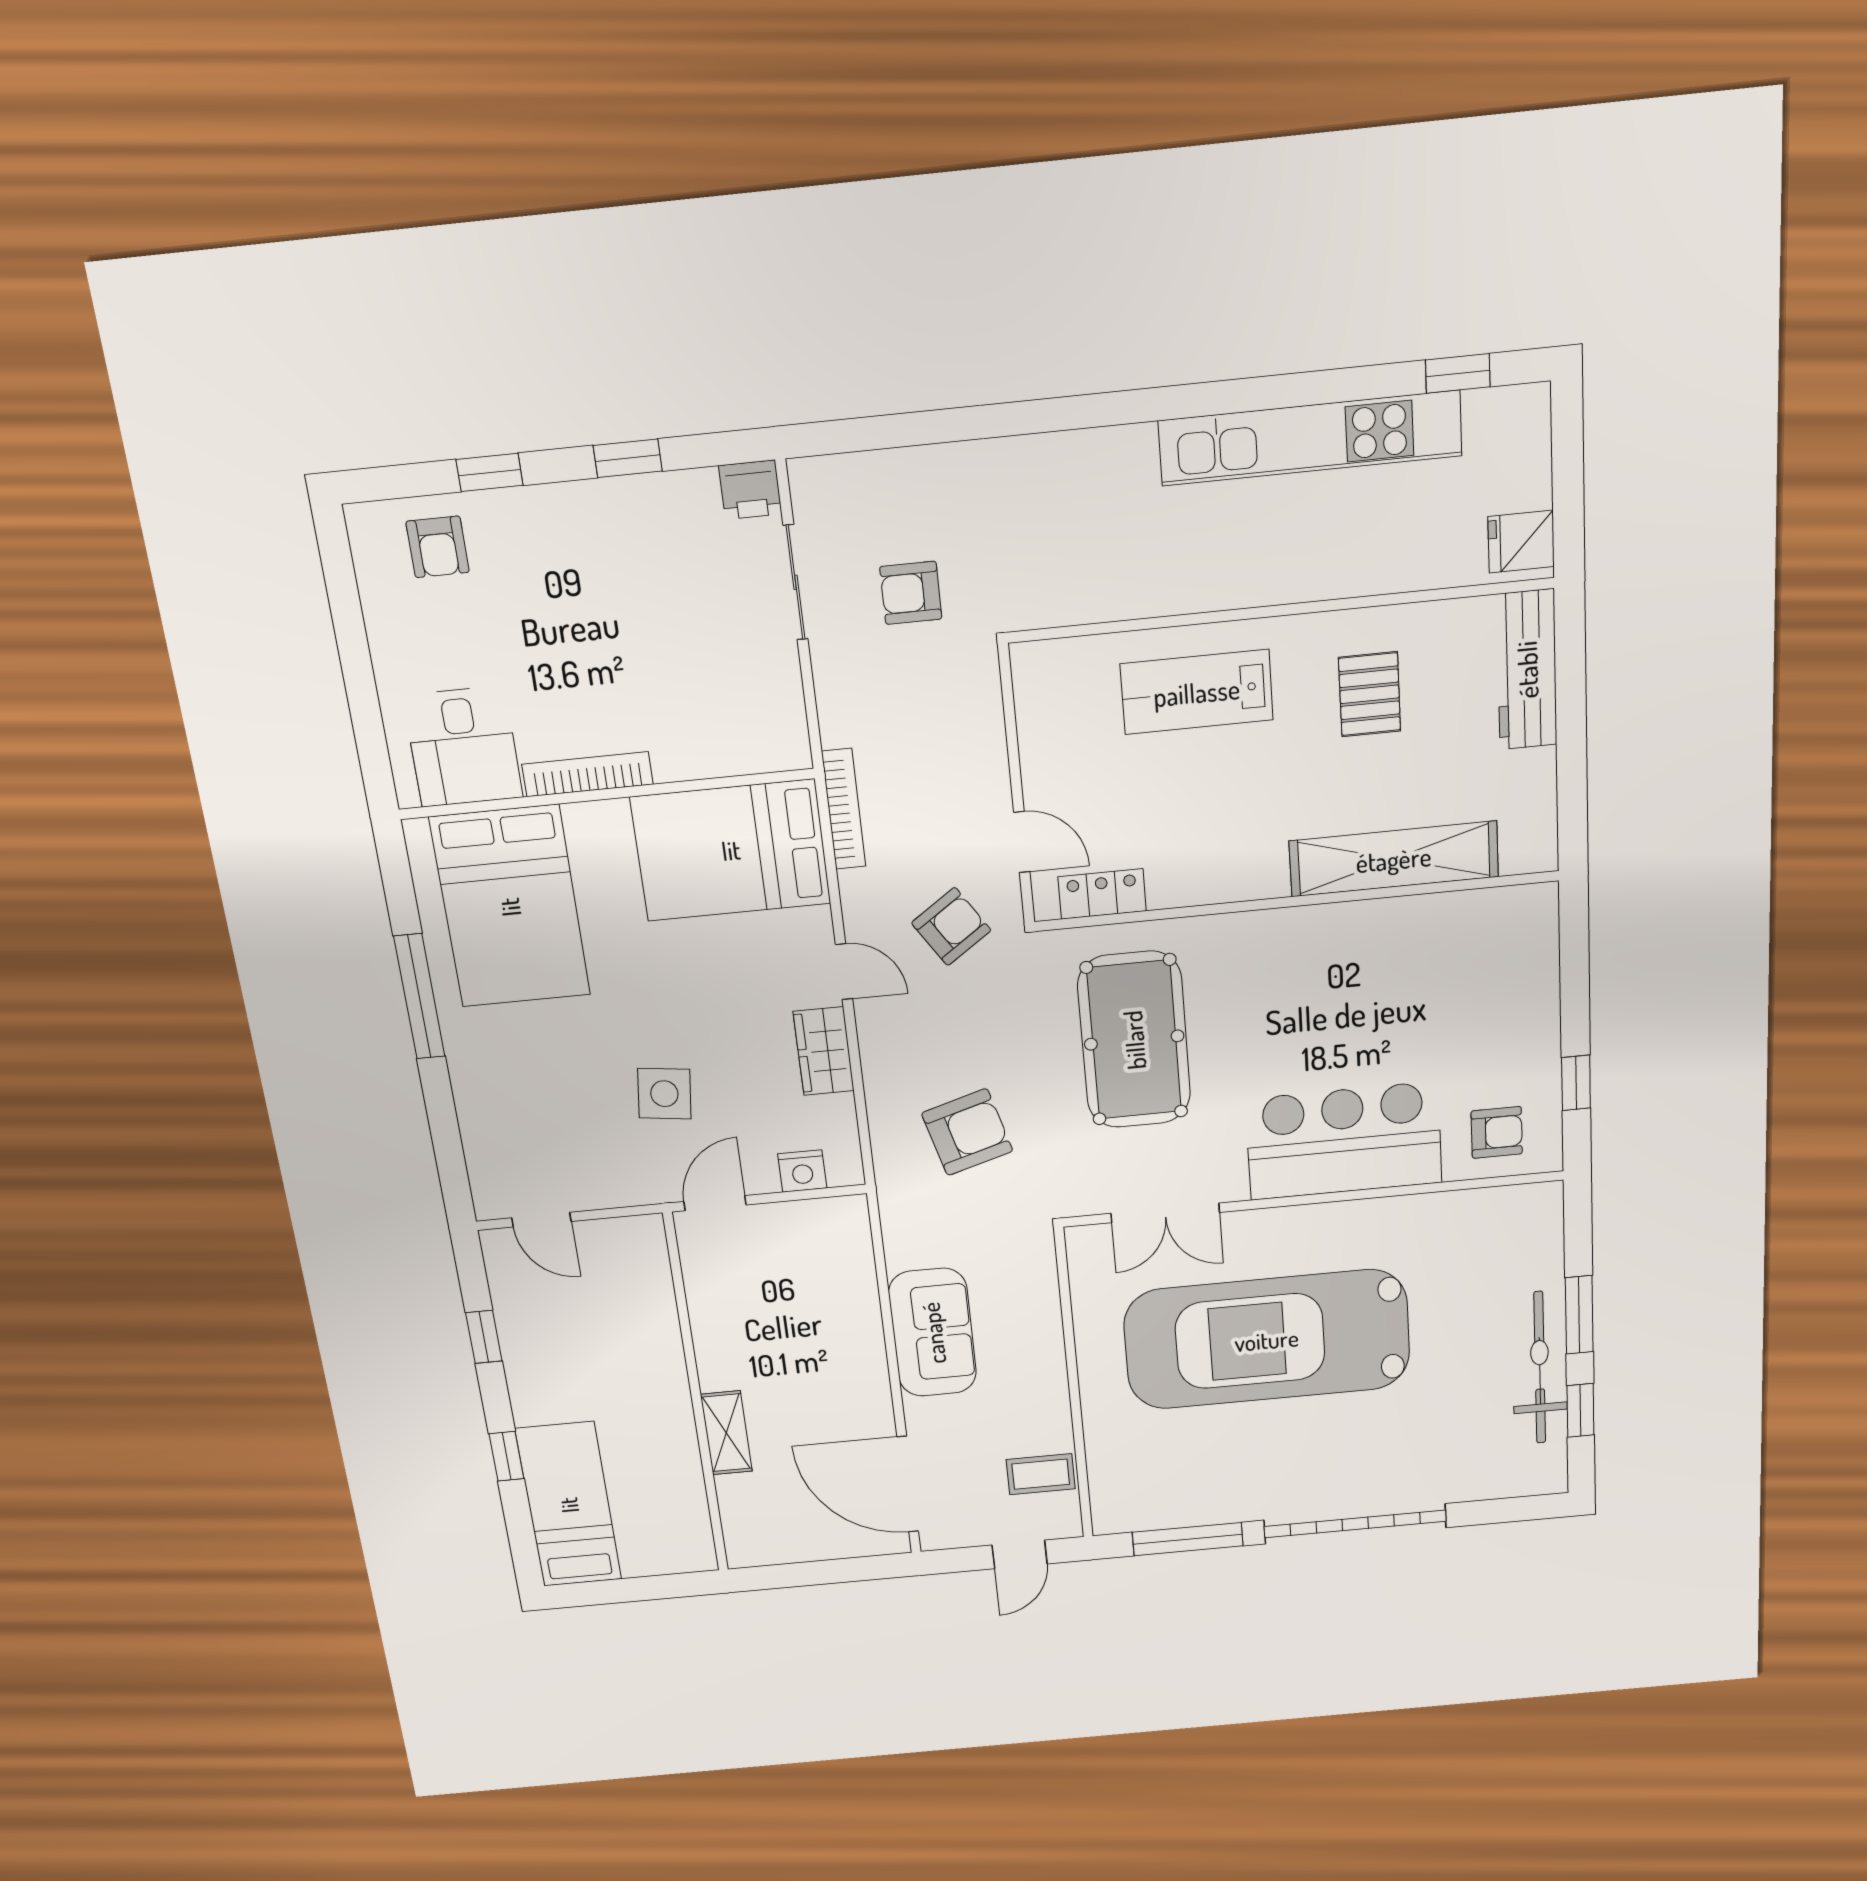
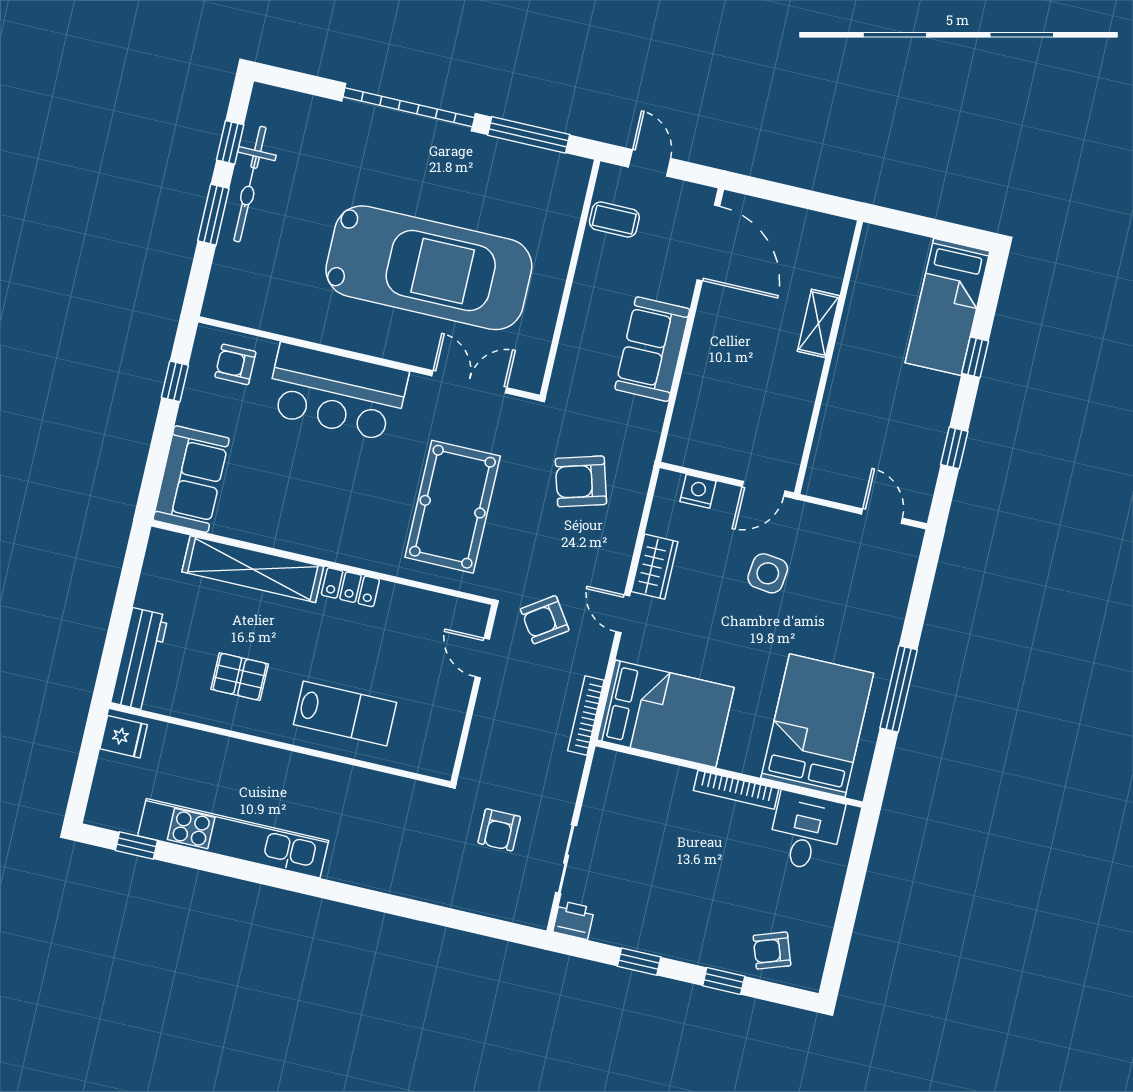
armchair: (438, 547) -> (772, 951), turned -109
armchair: (911, 593) -> (499, 830), turned 90
pallet: (1370, 694) -> (240, 677), turned 90
locker: (1102, 894) -> (350, 587), moved
sofa: (1518, 957) -> (191, 479), added
door: (1020, 1554) -> (650, 163), hinge flipped

